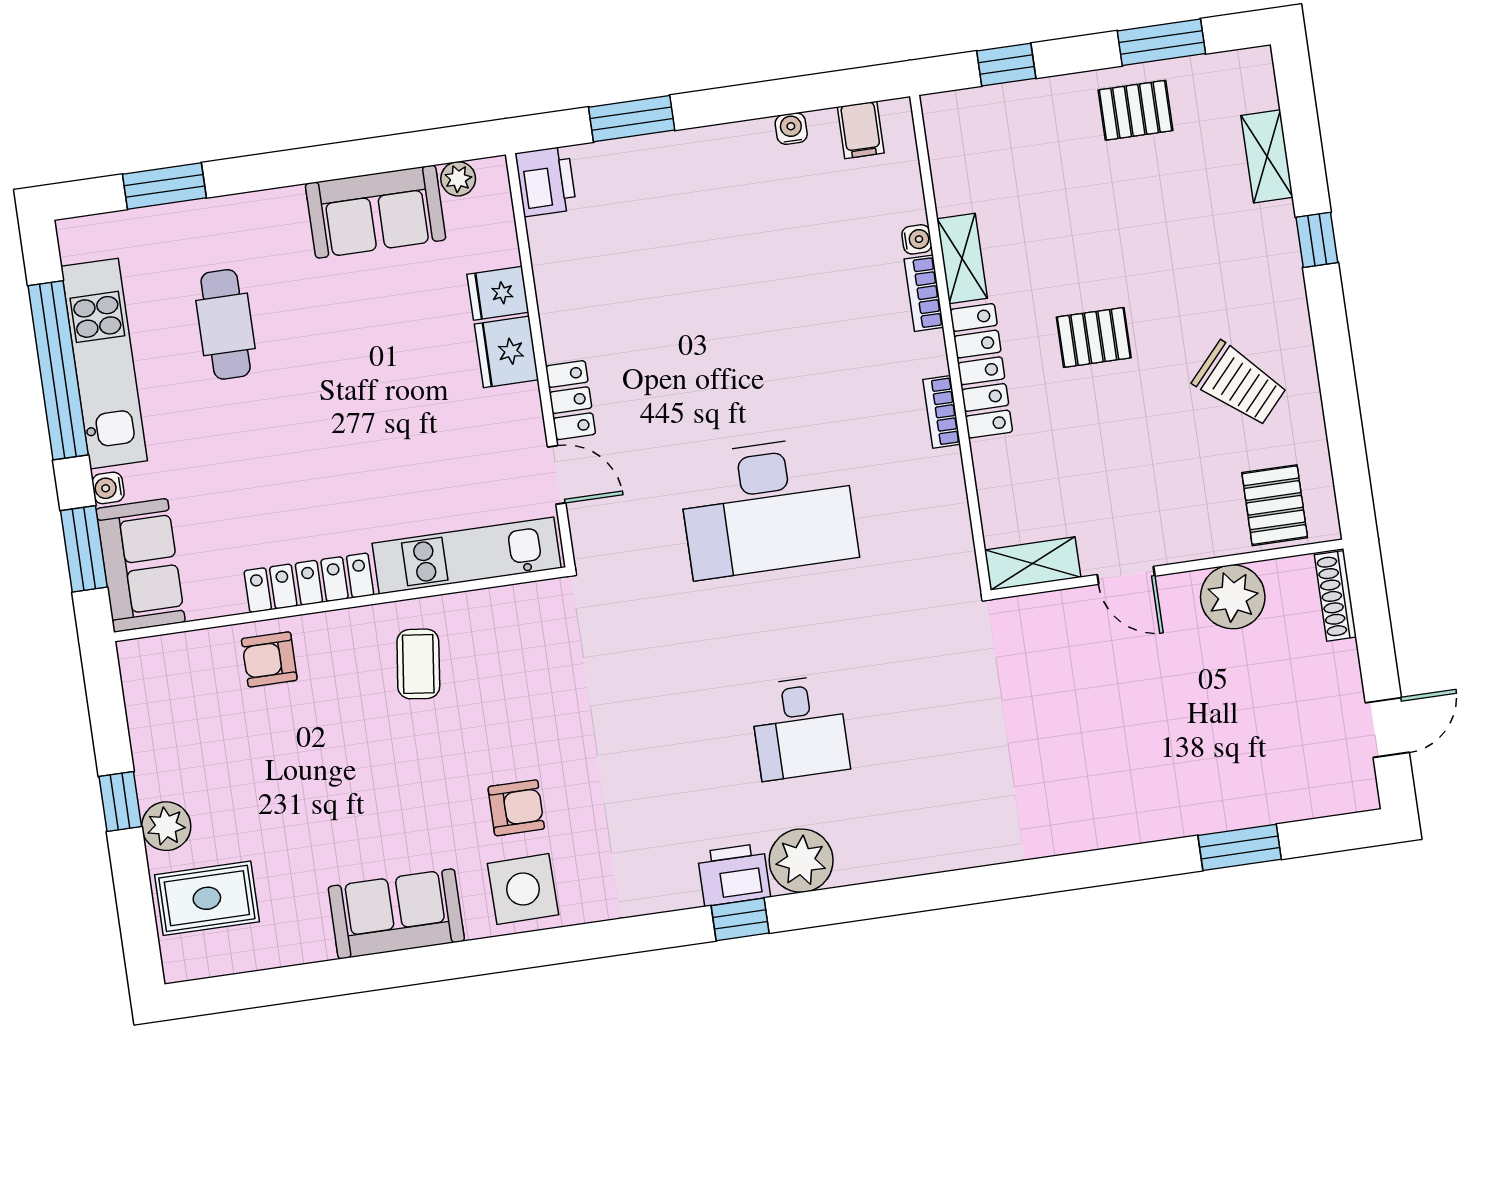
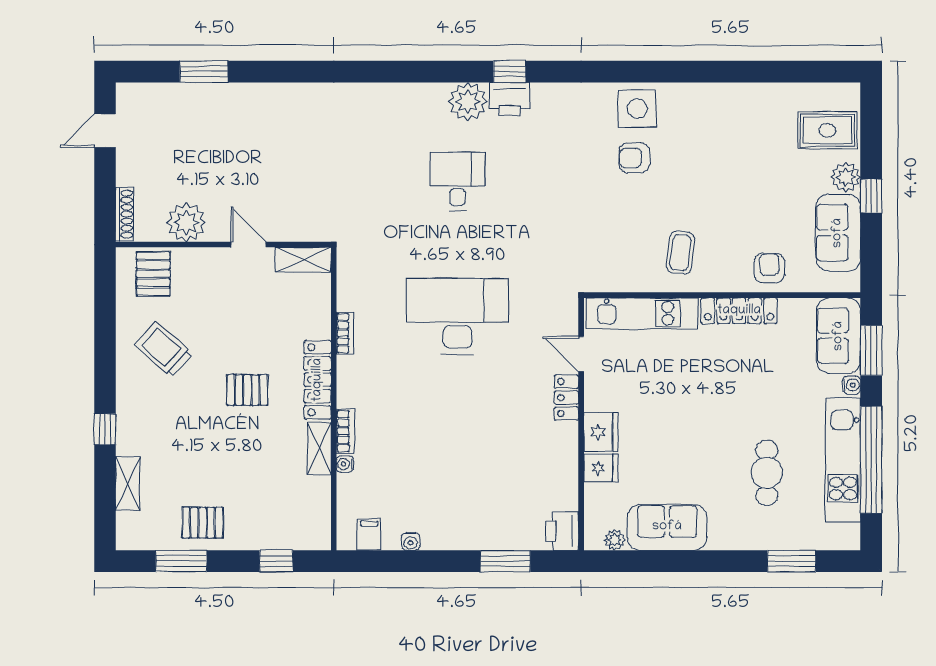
bookcase: (942, 412) -> (345, 333), moved
armchair: (269, 659) -> (769, 268), turned -90
sofa: (396, 914) -> (838, 233), moved, turned 90

